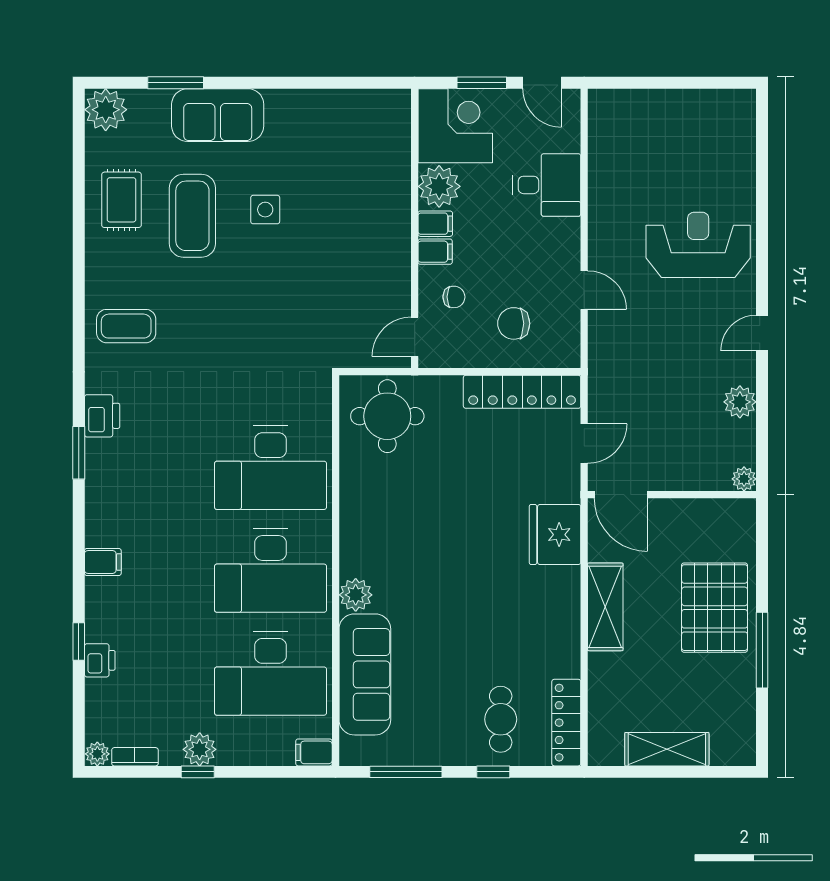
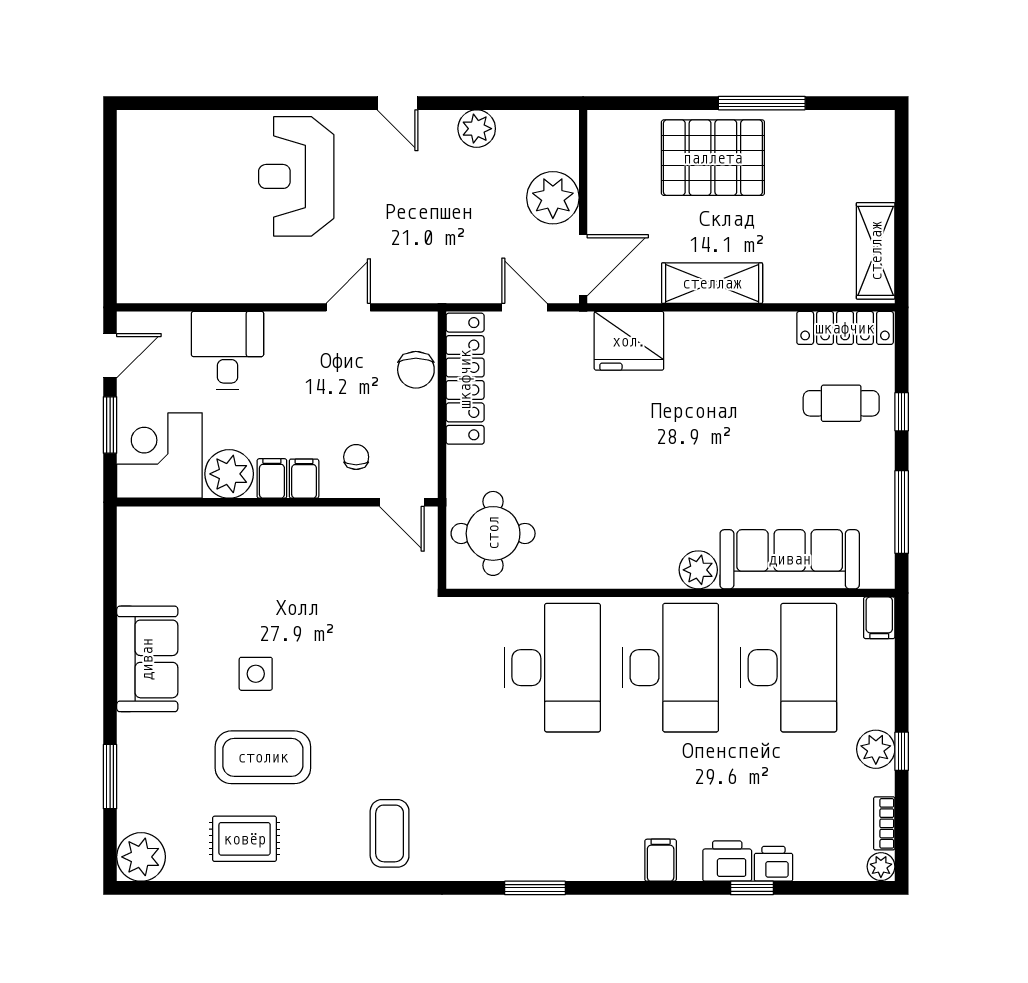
sofa: (218, 115) -> (147, 659), moved
chair: (514, 323) -> (416, 370), moved
printer: (102, 416) -> (727, 861), moved
plant: (744, 479) -> (553, 198), moved, width x1.88, depth x1.88
shelving: (667, 749) -> (876, 251), moved

